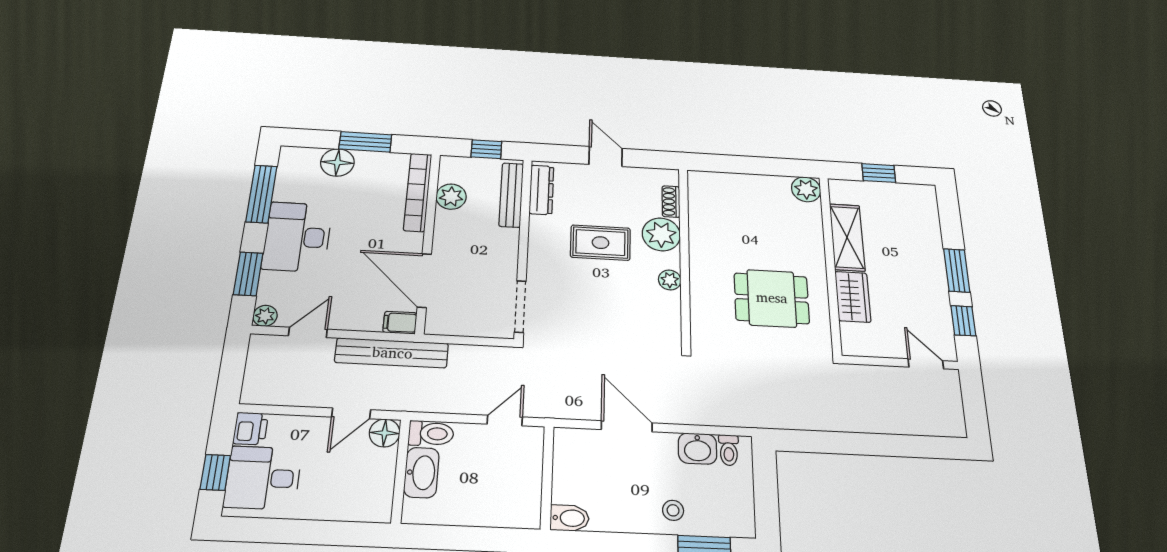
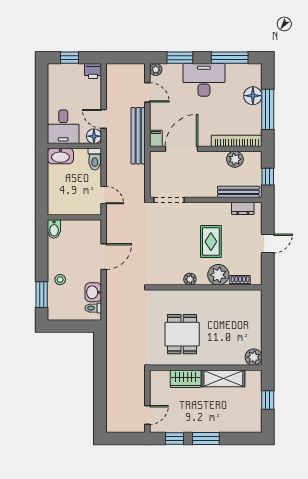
window: (365, 142) -> (268, 109), width x1.44
dresser: (541, 190) -> (243, 208), width x0.70
washbasin: (421, 473) -> (60, 156), moved
desk: (263, 478) -> (63, 127), moved, turned 180

